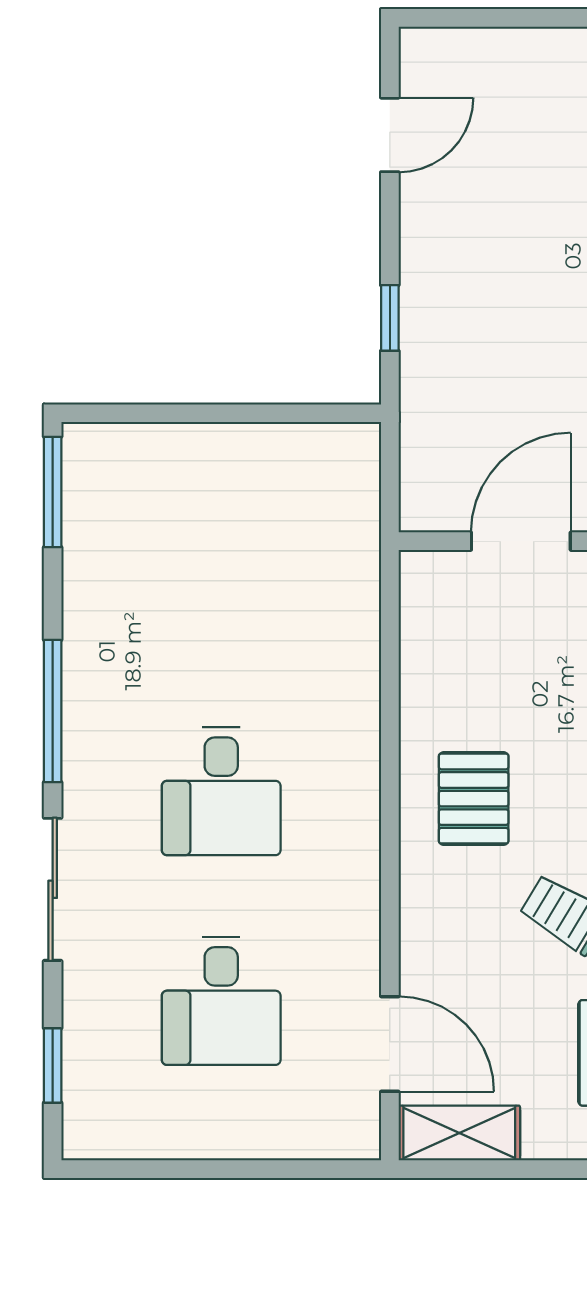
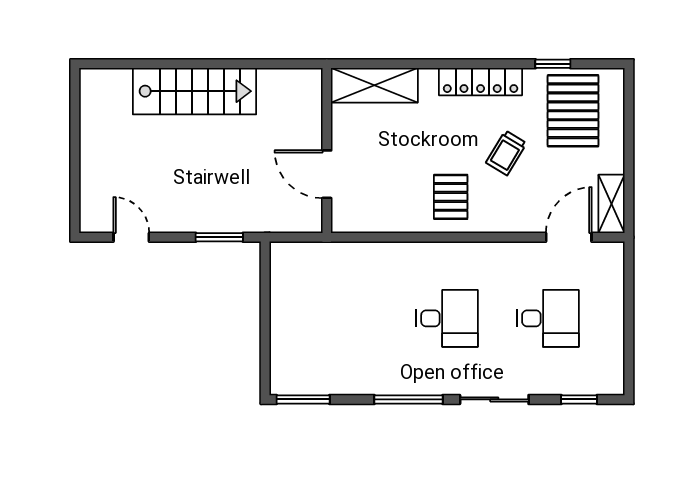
window: (390, 318) -> (219, 237), width x1.50
pallet: (474, 799) -> (451, 197), turned 90

